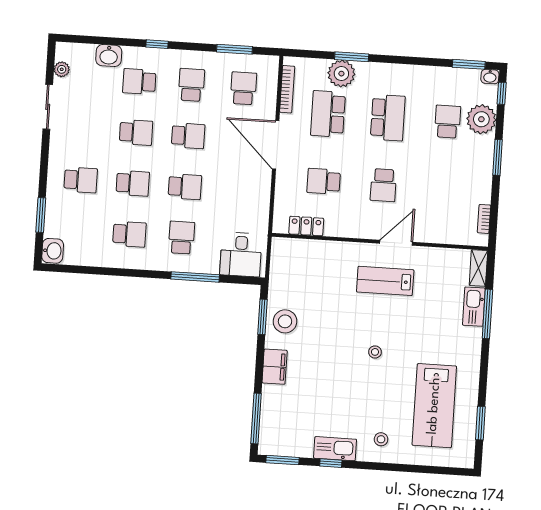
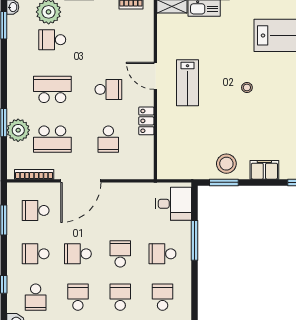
school desk: (188, 136) -> (78, 254), turned -90
locker: (306, 226) -> (146, 121), moved

